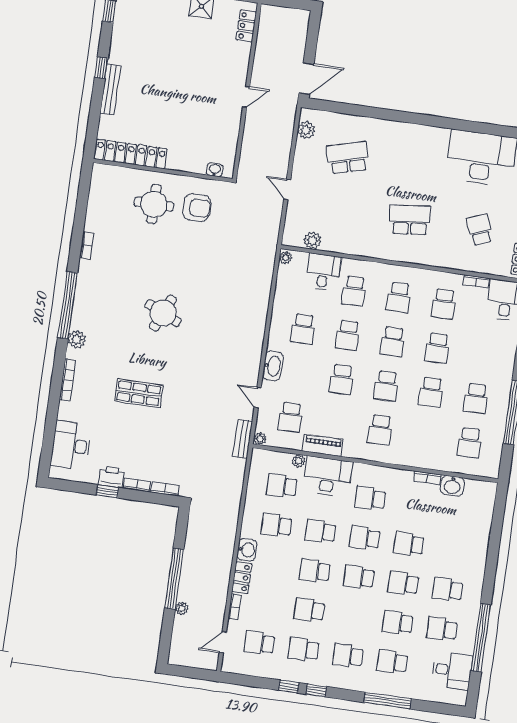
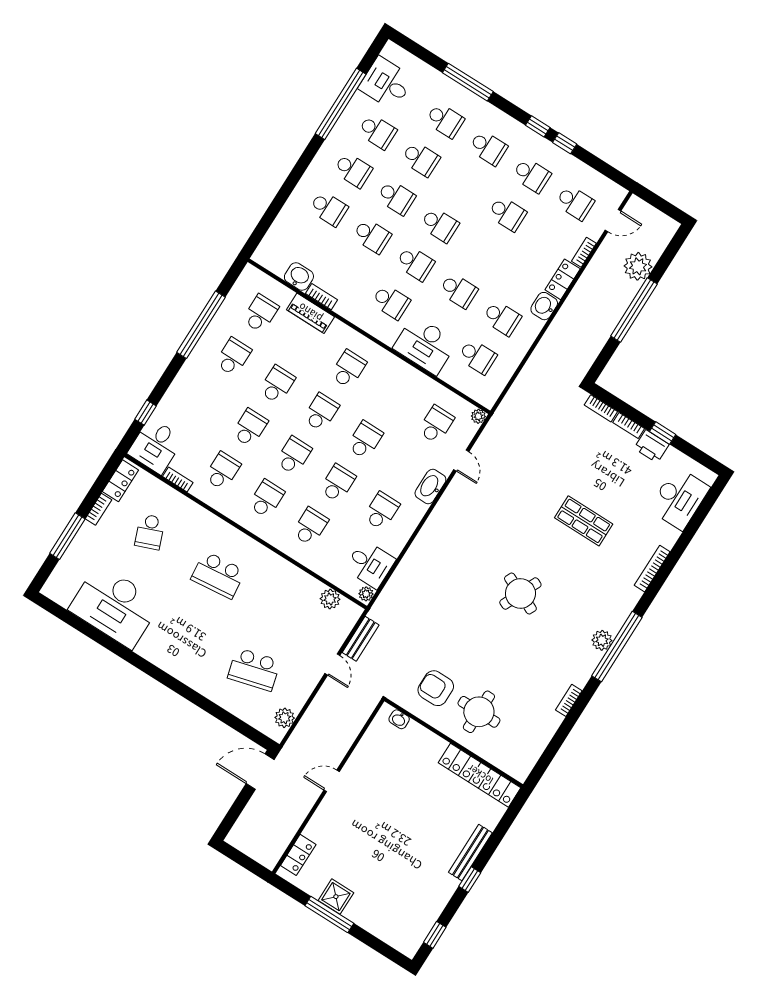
desk: (323, 272) -> (370, 564), moved, turned -90
plant: (77, 339) -> (602, 640), moved
bench: (243, 439) -> (361, 639), moved
piano: (323, 445) -> (310, 313), moved
plant: (298, 461) -> (448, 375), removed
school desk: (315, 571) -> (329, 209), moved
plant: (182, 608) -> (638, 266), width x1.88, depth x1.88

